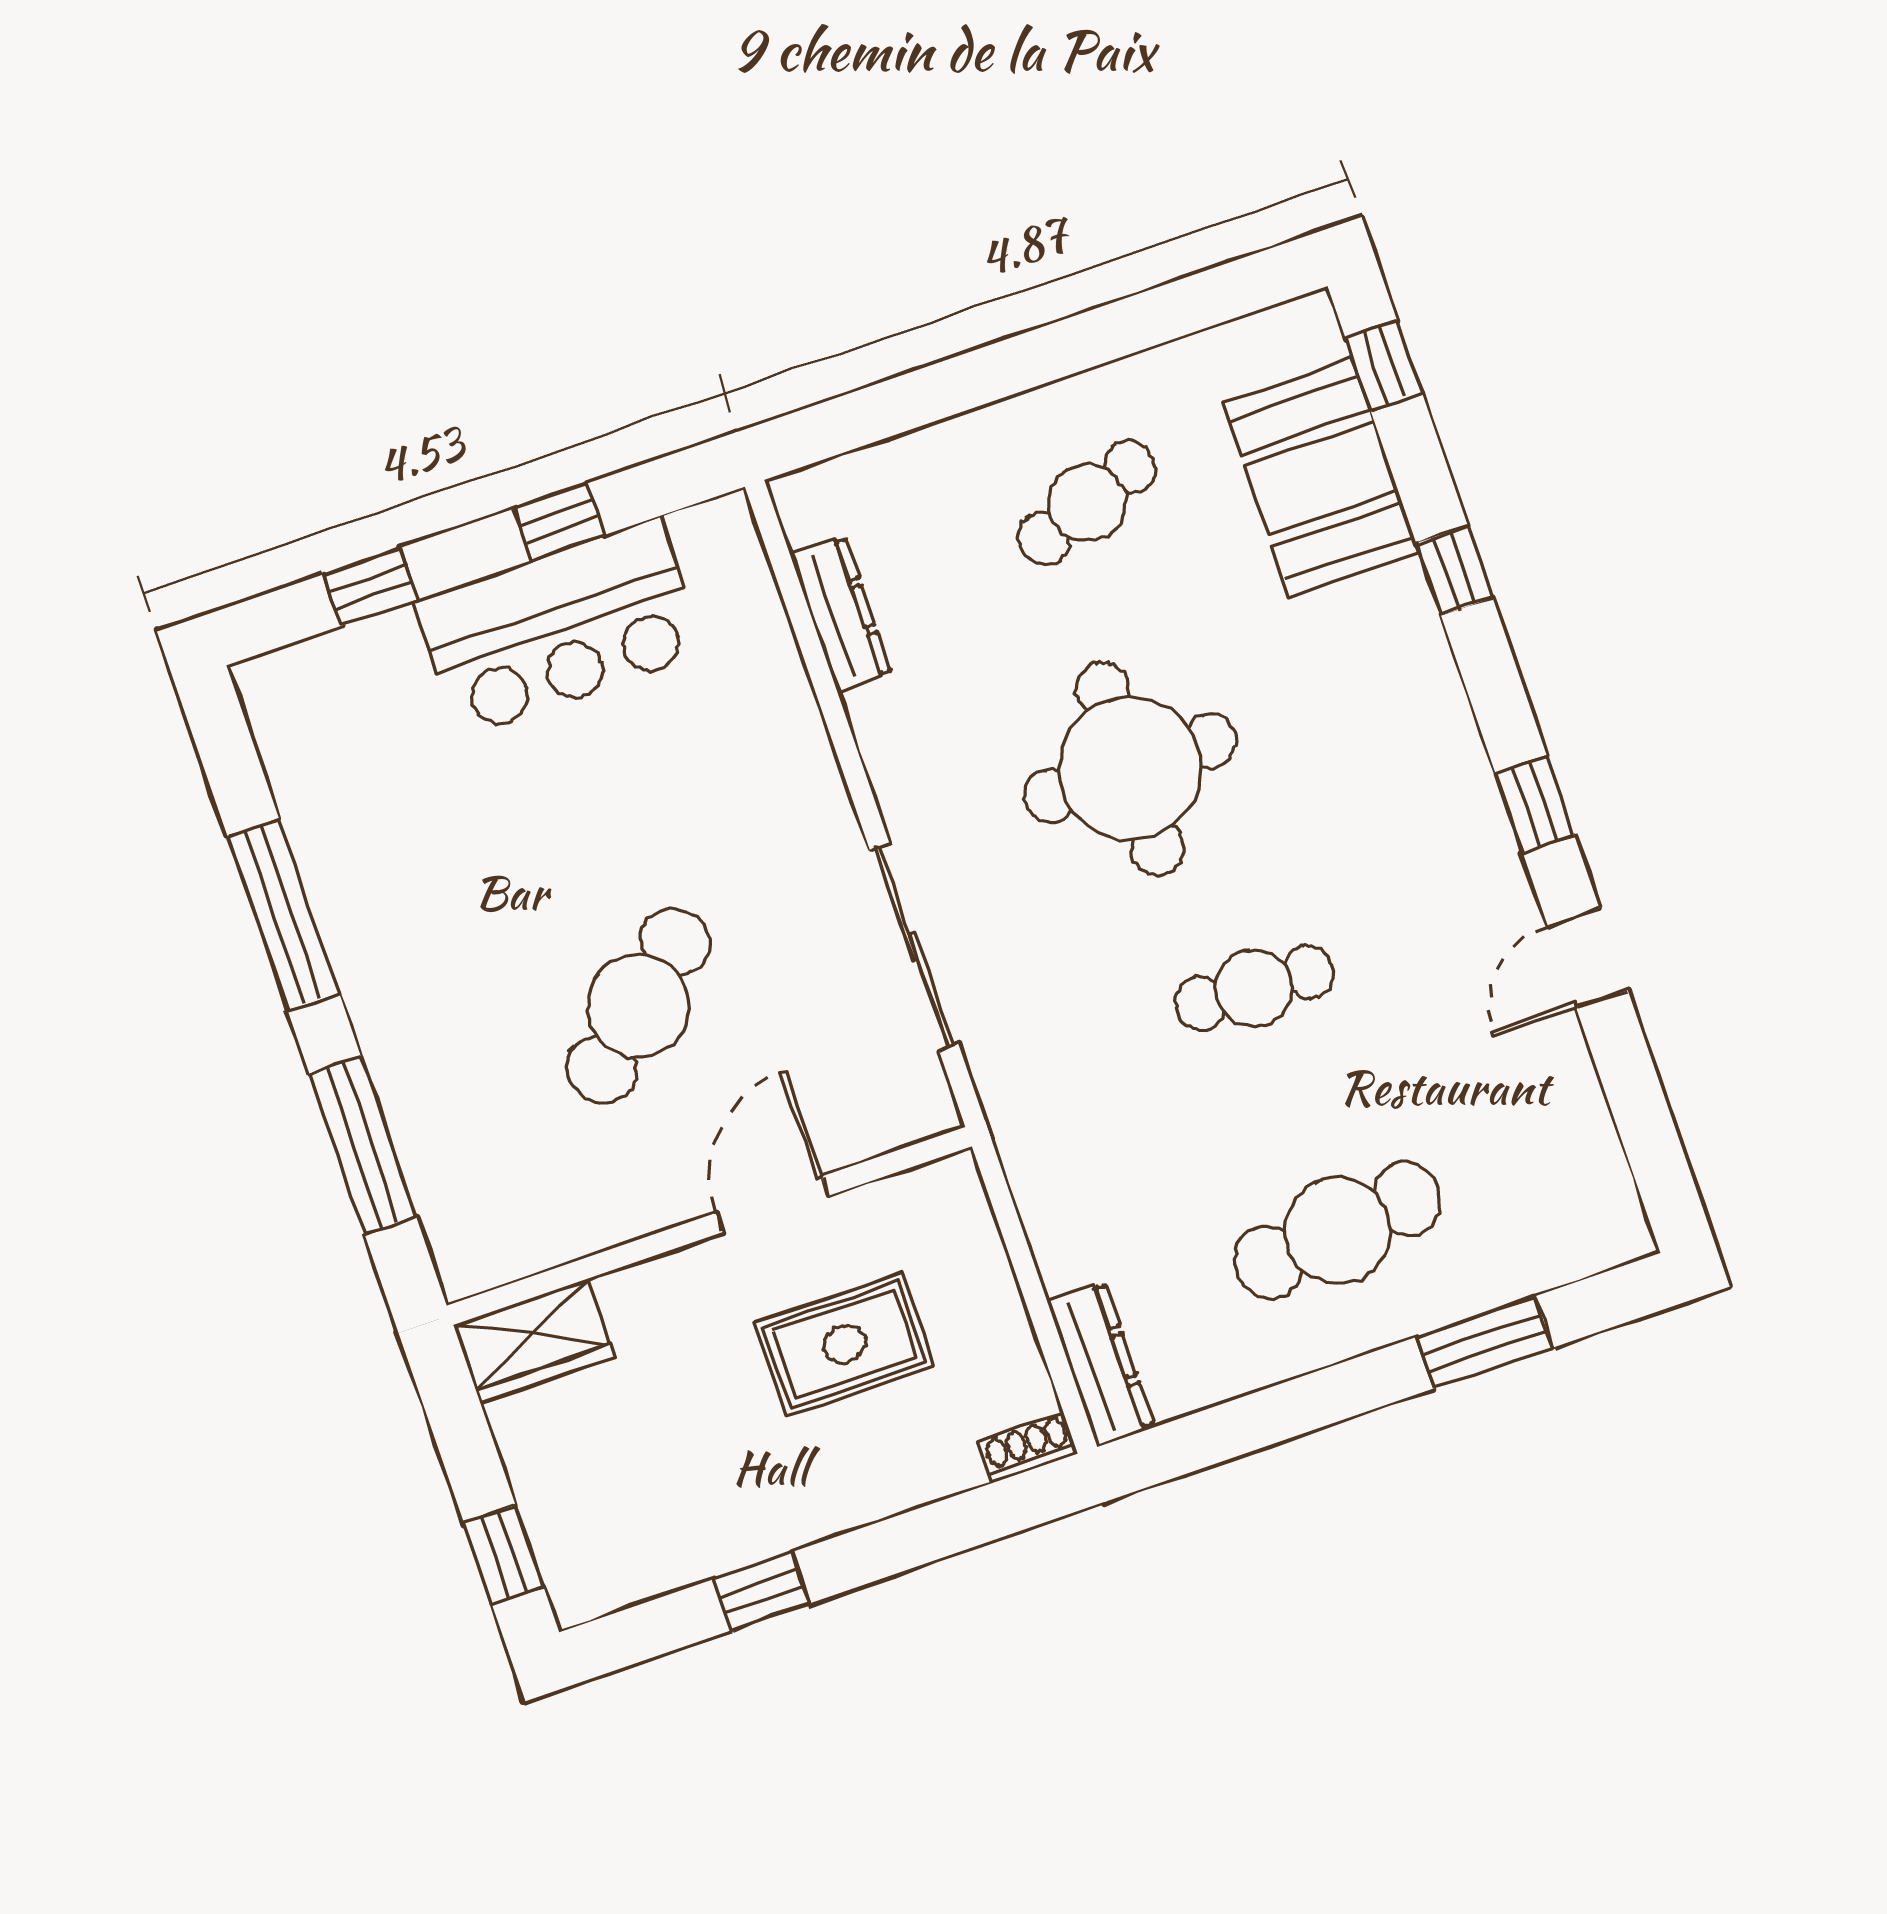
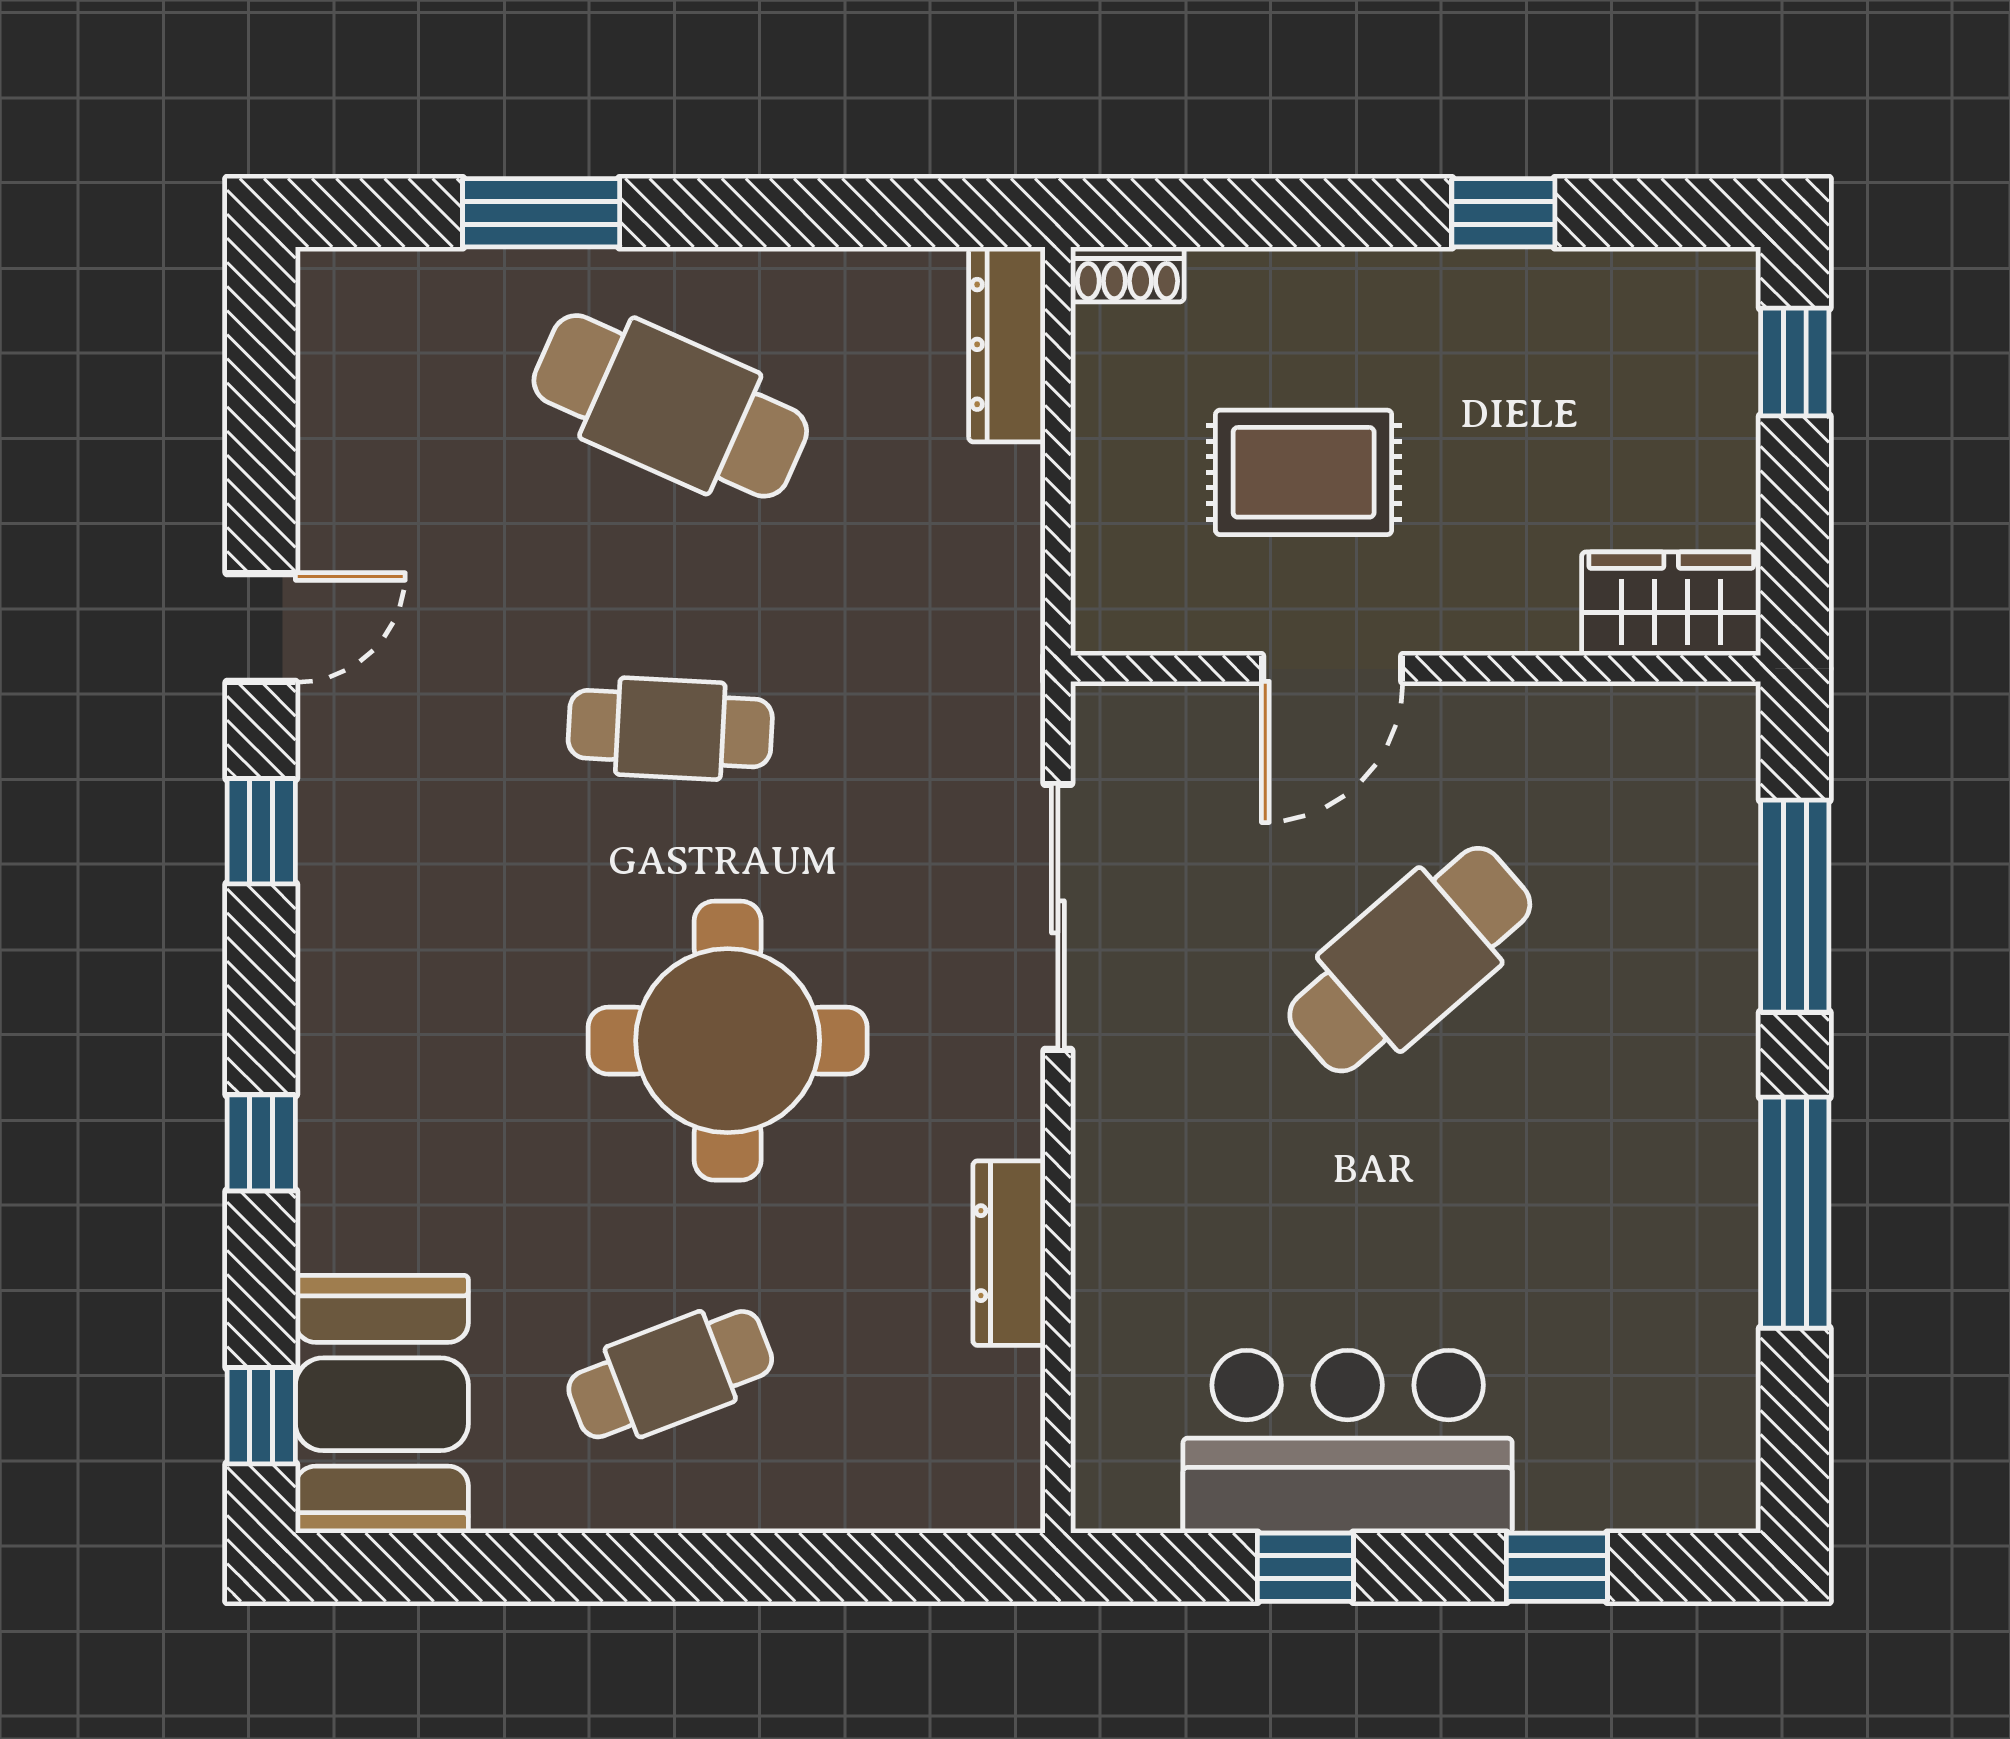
booth: (1321, 478) -> (382, 1404), moved
dresser: (841, 614) -> (1009, 1253), moved
cafe table: (1338, 1230) -> (670, 406), turned 30

